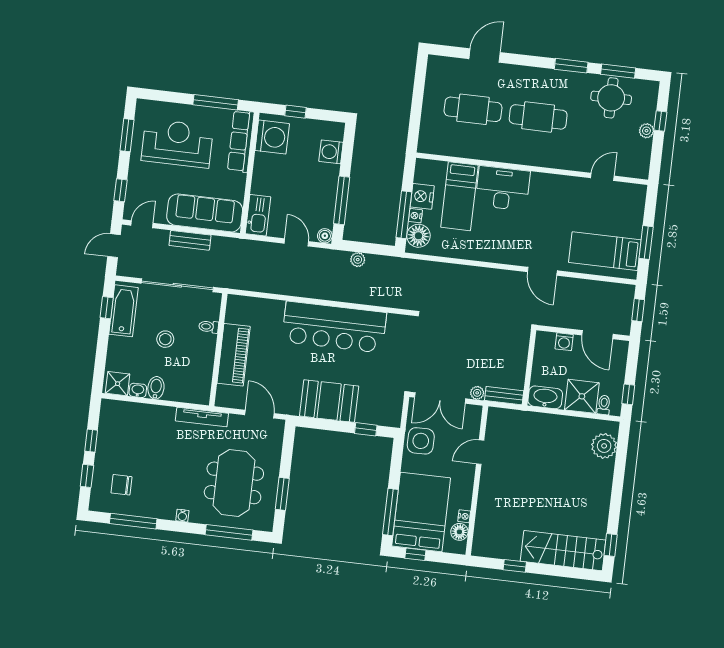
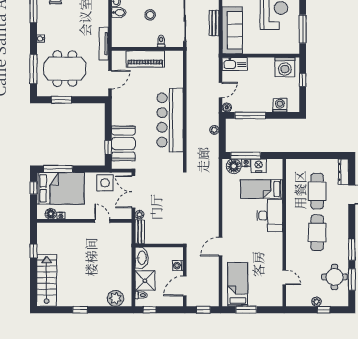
dresser: (447, 65) -> (343, 172), added
row of seats: (241, 141) -> (280, 48), removed
booth: (329, 401) -> (123, 143), moved
window: (611, 545) -> (80, 310), moved

